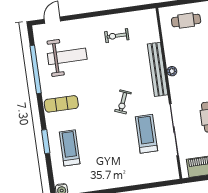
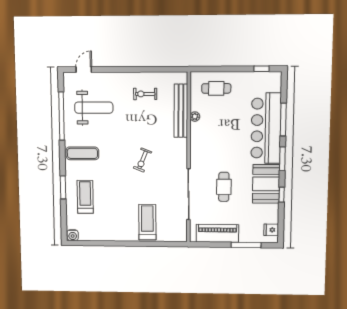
bench: (158, 69) -> (181, 111), moved
plant: (172, 71) -> (195, 117), moved
treadmill: (146, 134) -> (147, 222), moved

